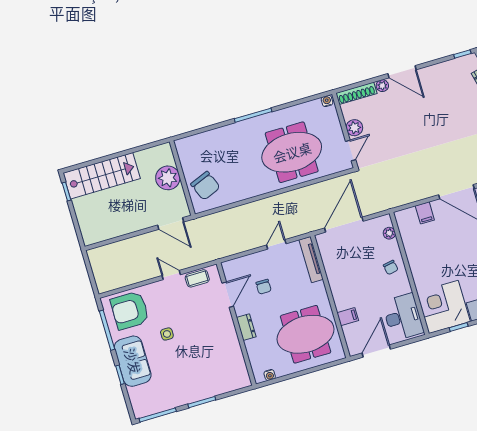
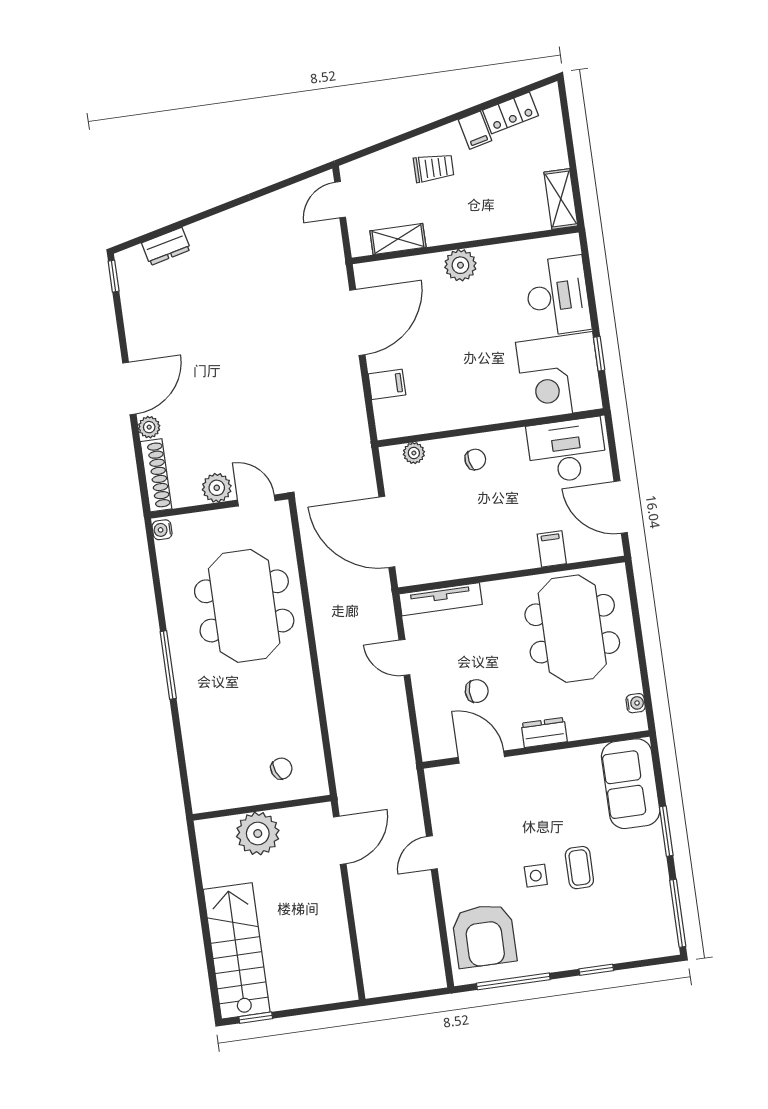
chair: (205, 186) -> (281, 769), width x0.54, depth x0.54
coffee table: (197, 278) -> (579, 868), moved
sofa: (133, 361) -> (631, 784), moved, turned -90

